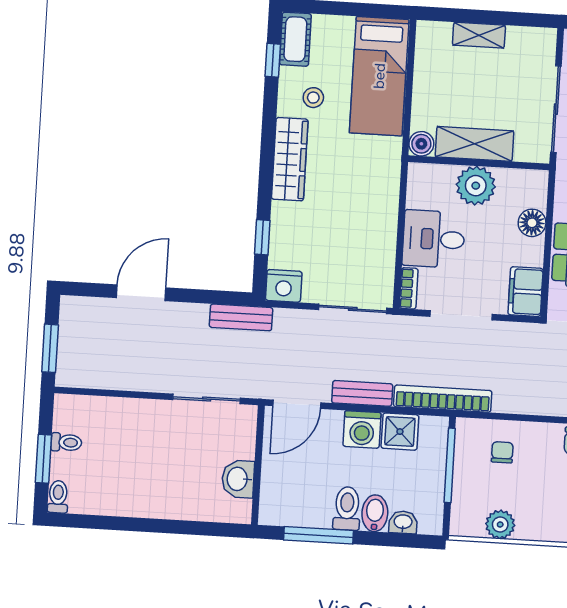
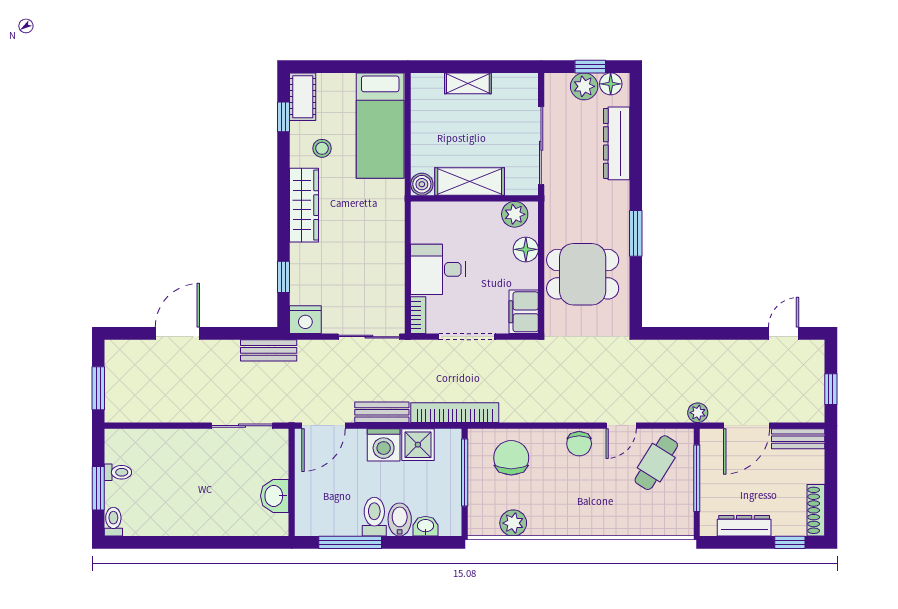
plant: (476, 186) -> (515, 214), moved, width x0.73, depth x0.73
chair: (502, 452) -> (511, 458), width x1.87, depth x1.87

